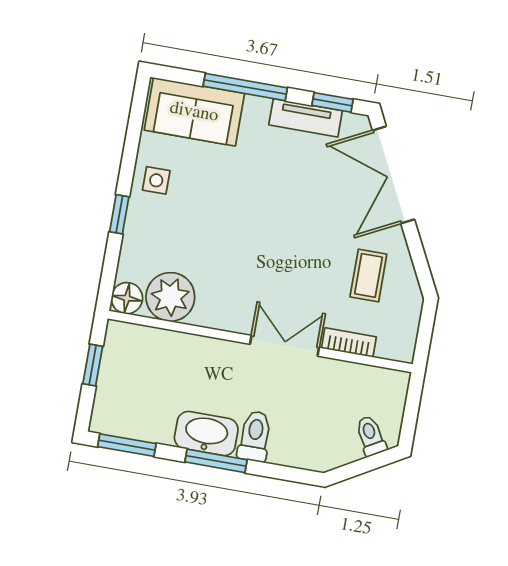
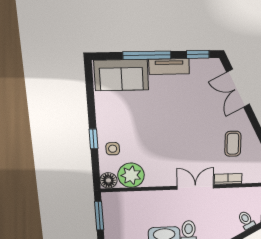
tv unit: (306, 118) -> (169, 66), moved
double door: (394, 175) -> (238, 88), width x0.73
side table: (156, 180) -> (113, 149), moved
window: (93, 365) -> (99, 216), width x1.50

